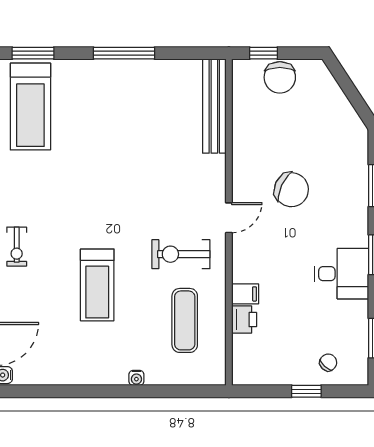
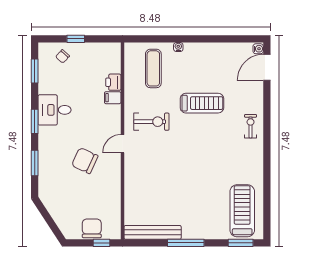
bench: (214, 106) -> (153, 232), moved, turned 90
treadmill: (97, 285) -> (202, 103), turned 90
exercise mat: (185, 320) -> (153, 68), moved

